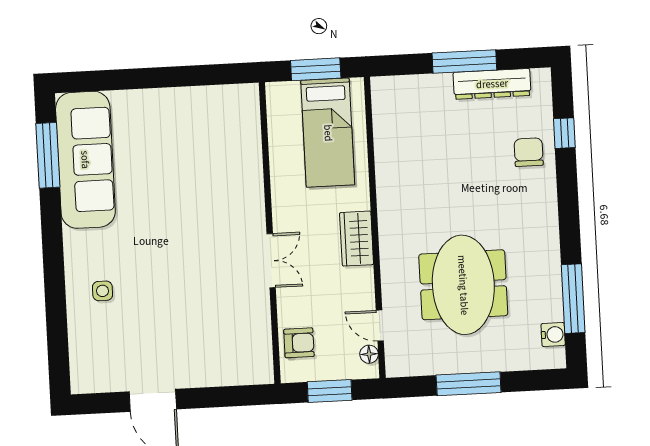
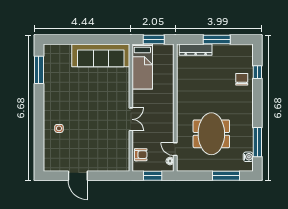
dresser: (492, 84) -> (196, 50), moved
bed: (328, 133) -> (142, 67), moved
sofa: (85, 160) -> (101, 55), moved, turned 90
wardrobe: (357, 239) -> (167, 112), removed
window: (469, 384) -> (226, 176), moved

